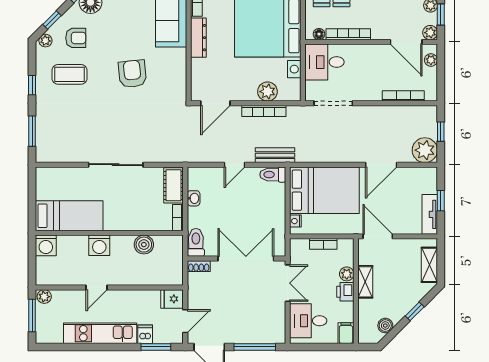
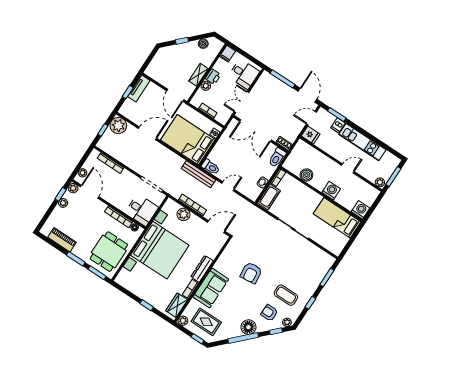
bench: (275, 155) -> (198, 174), width x1.36
shelving: (429, 265) -> (157, 61), removed

